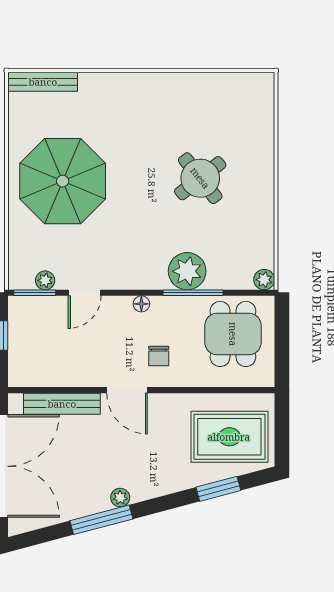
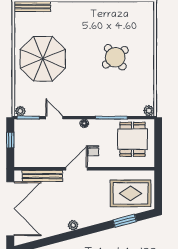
plant: (187, 271) -> (108, 106), removed
plant: (45, 280) -> (20, 111), moved
door: (85, 293) -> (54, 118), swing flipped
door: (127, 390) -> (77, 169), swing flipped
window: (101, 520) -> (63, 237), removed

